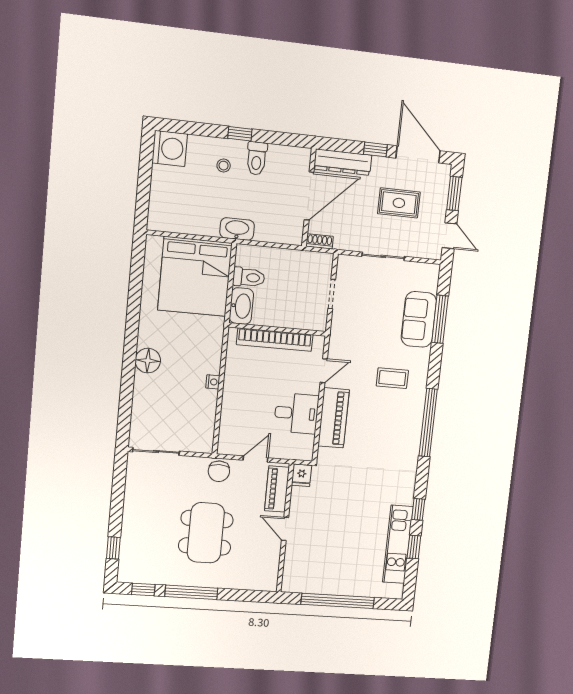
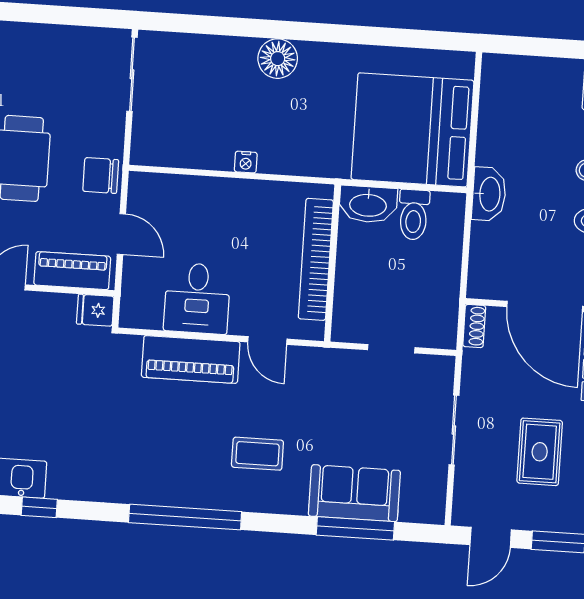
coffee table: (392, 378) -> (257, 454), turned 90

